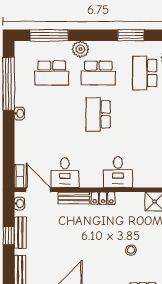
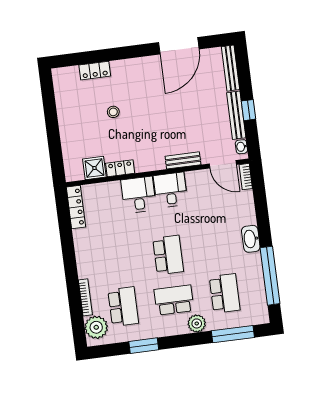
school desk: (52, 73) -> (225, 293), turned 90
washbasin: (19, 113) -> (251, 239), width x1.91, depth x1.45
desk: (65, 173) -> (171, 190), moved
locker: (103, 198) -> (120, 168), moved
bench: (20, 233) -> (236, 115), width x1.36

